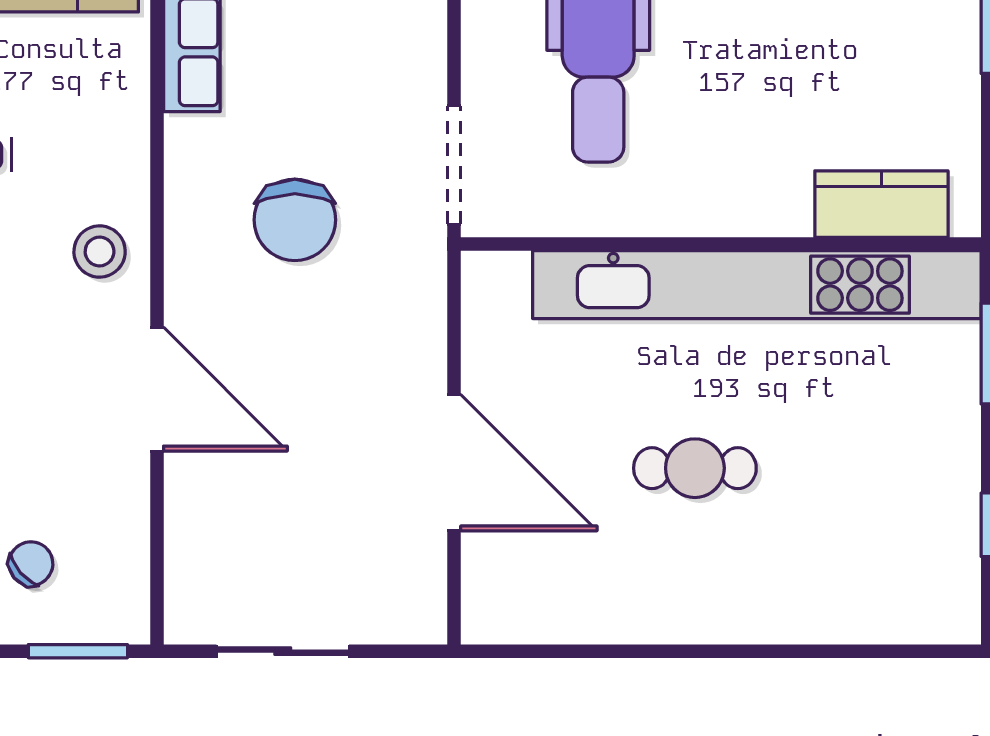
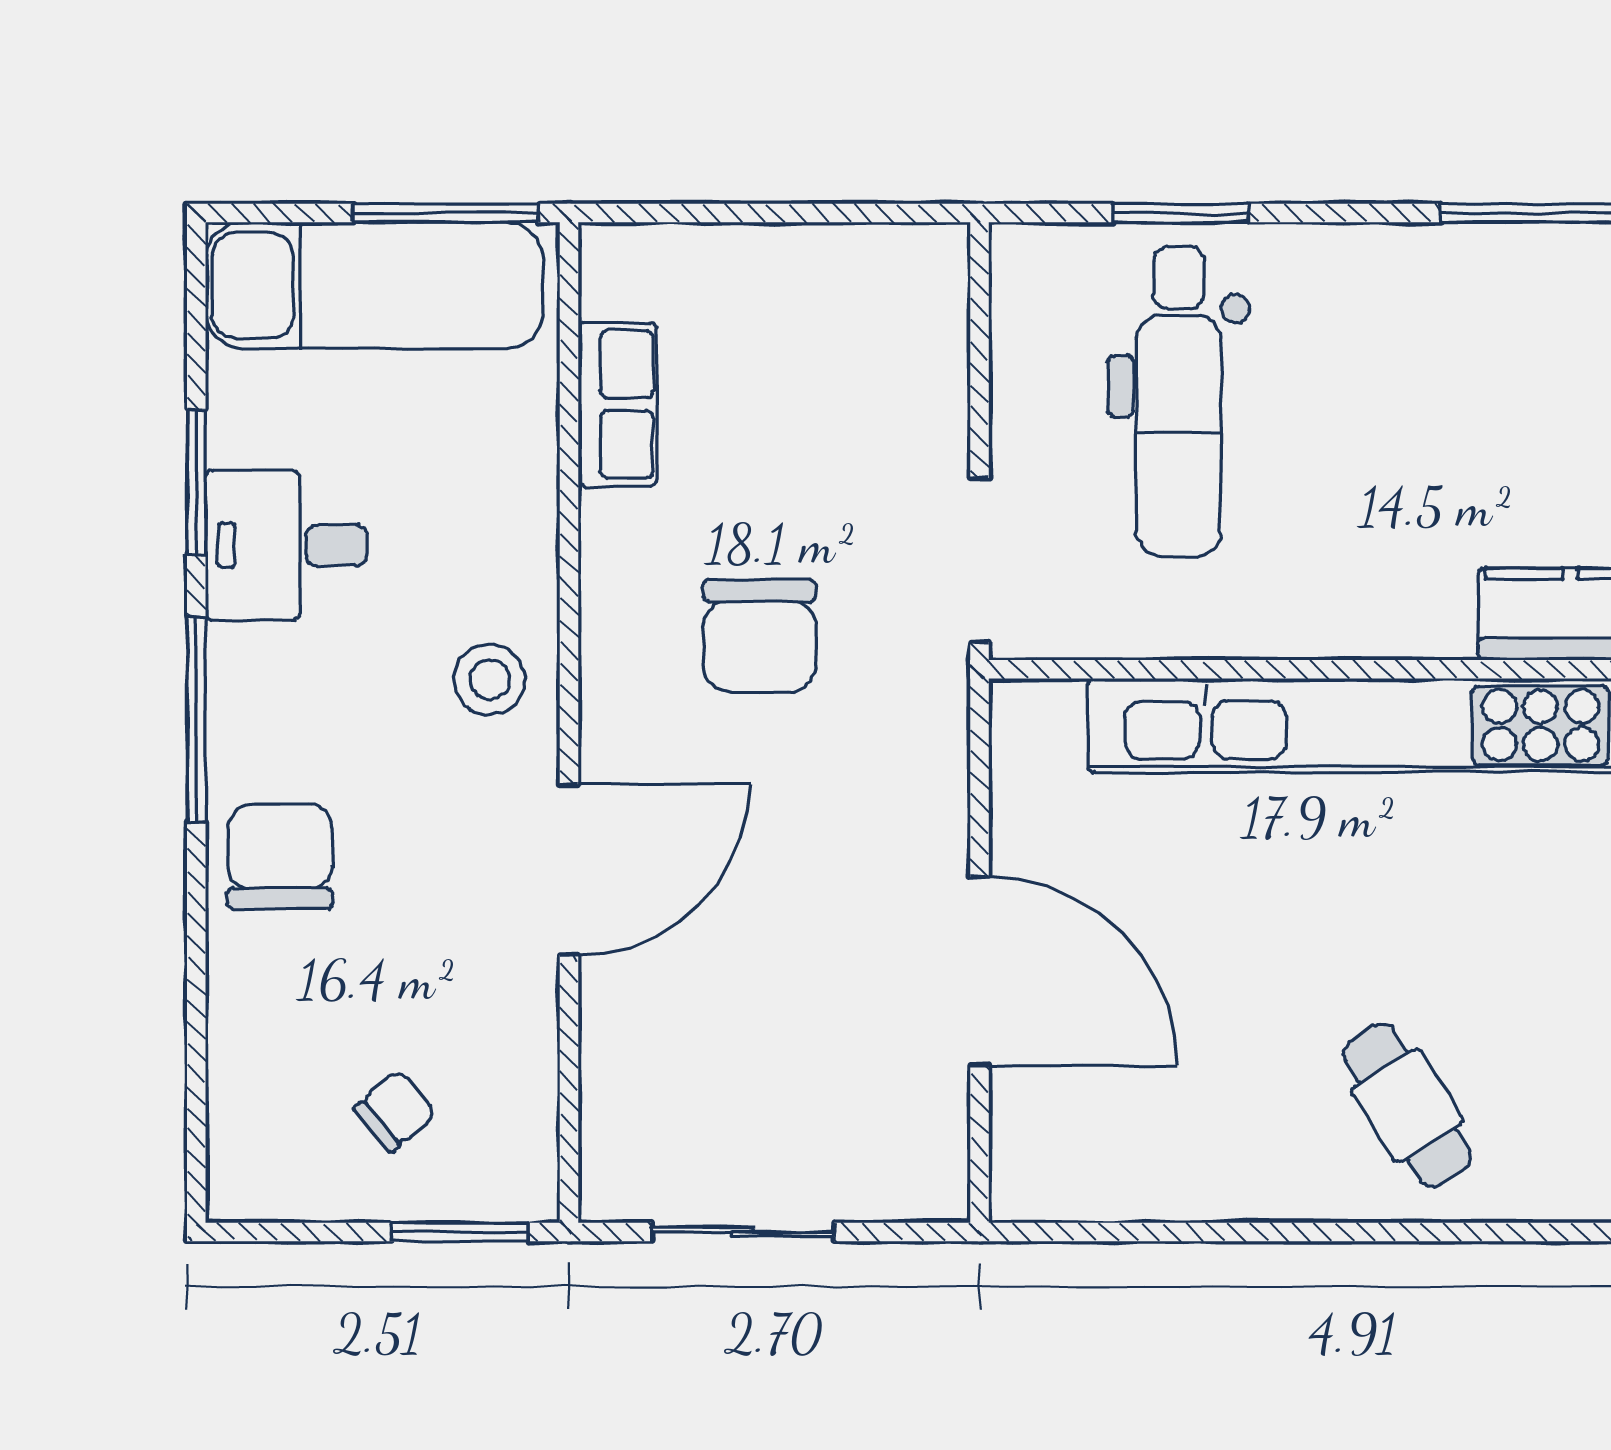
door: (157, 389) -> (569, 870), hinge flipped
cafe table: (695, 468) -> (1407, 1105), moved, turned 58

